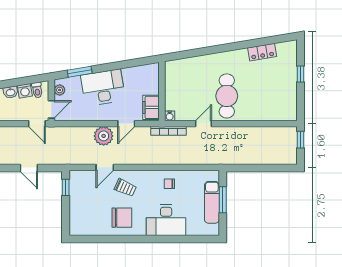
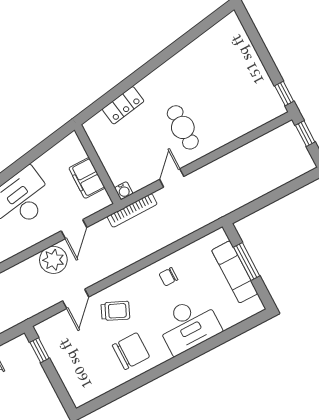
locker: (262, 52) -> (123, 105), moved
window: (301, 74) -> (284, 94), moved
cafe table: (227, 96) -> (183, 127), width x0.73, depth x0.74
filing cabinet: (151, 107) -> (87, 178), moved

